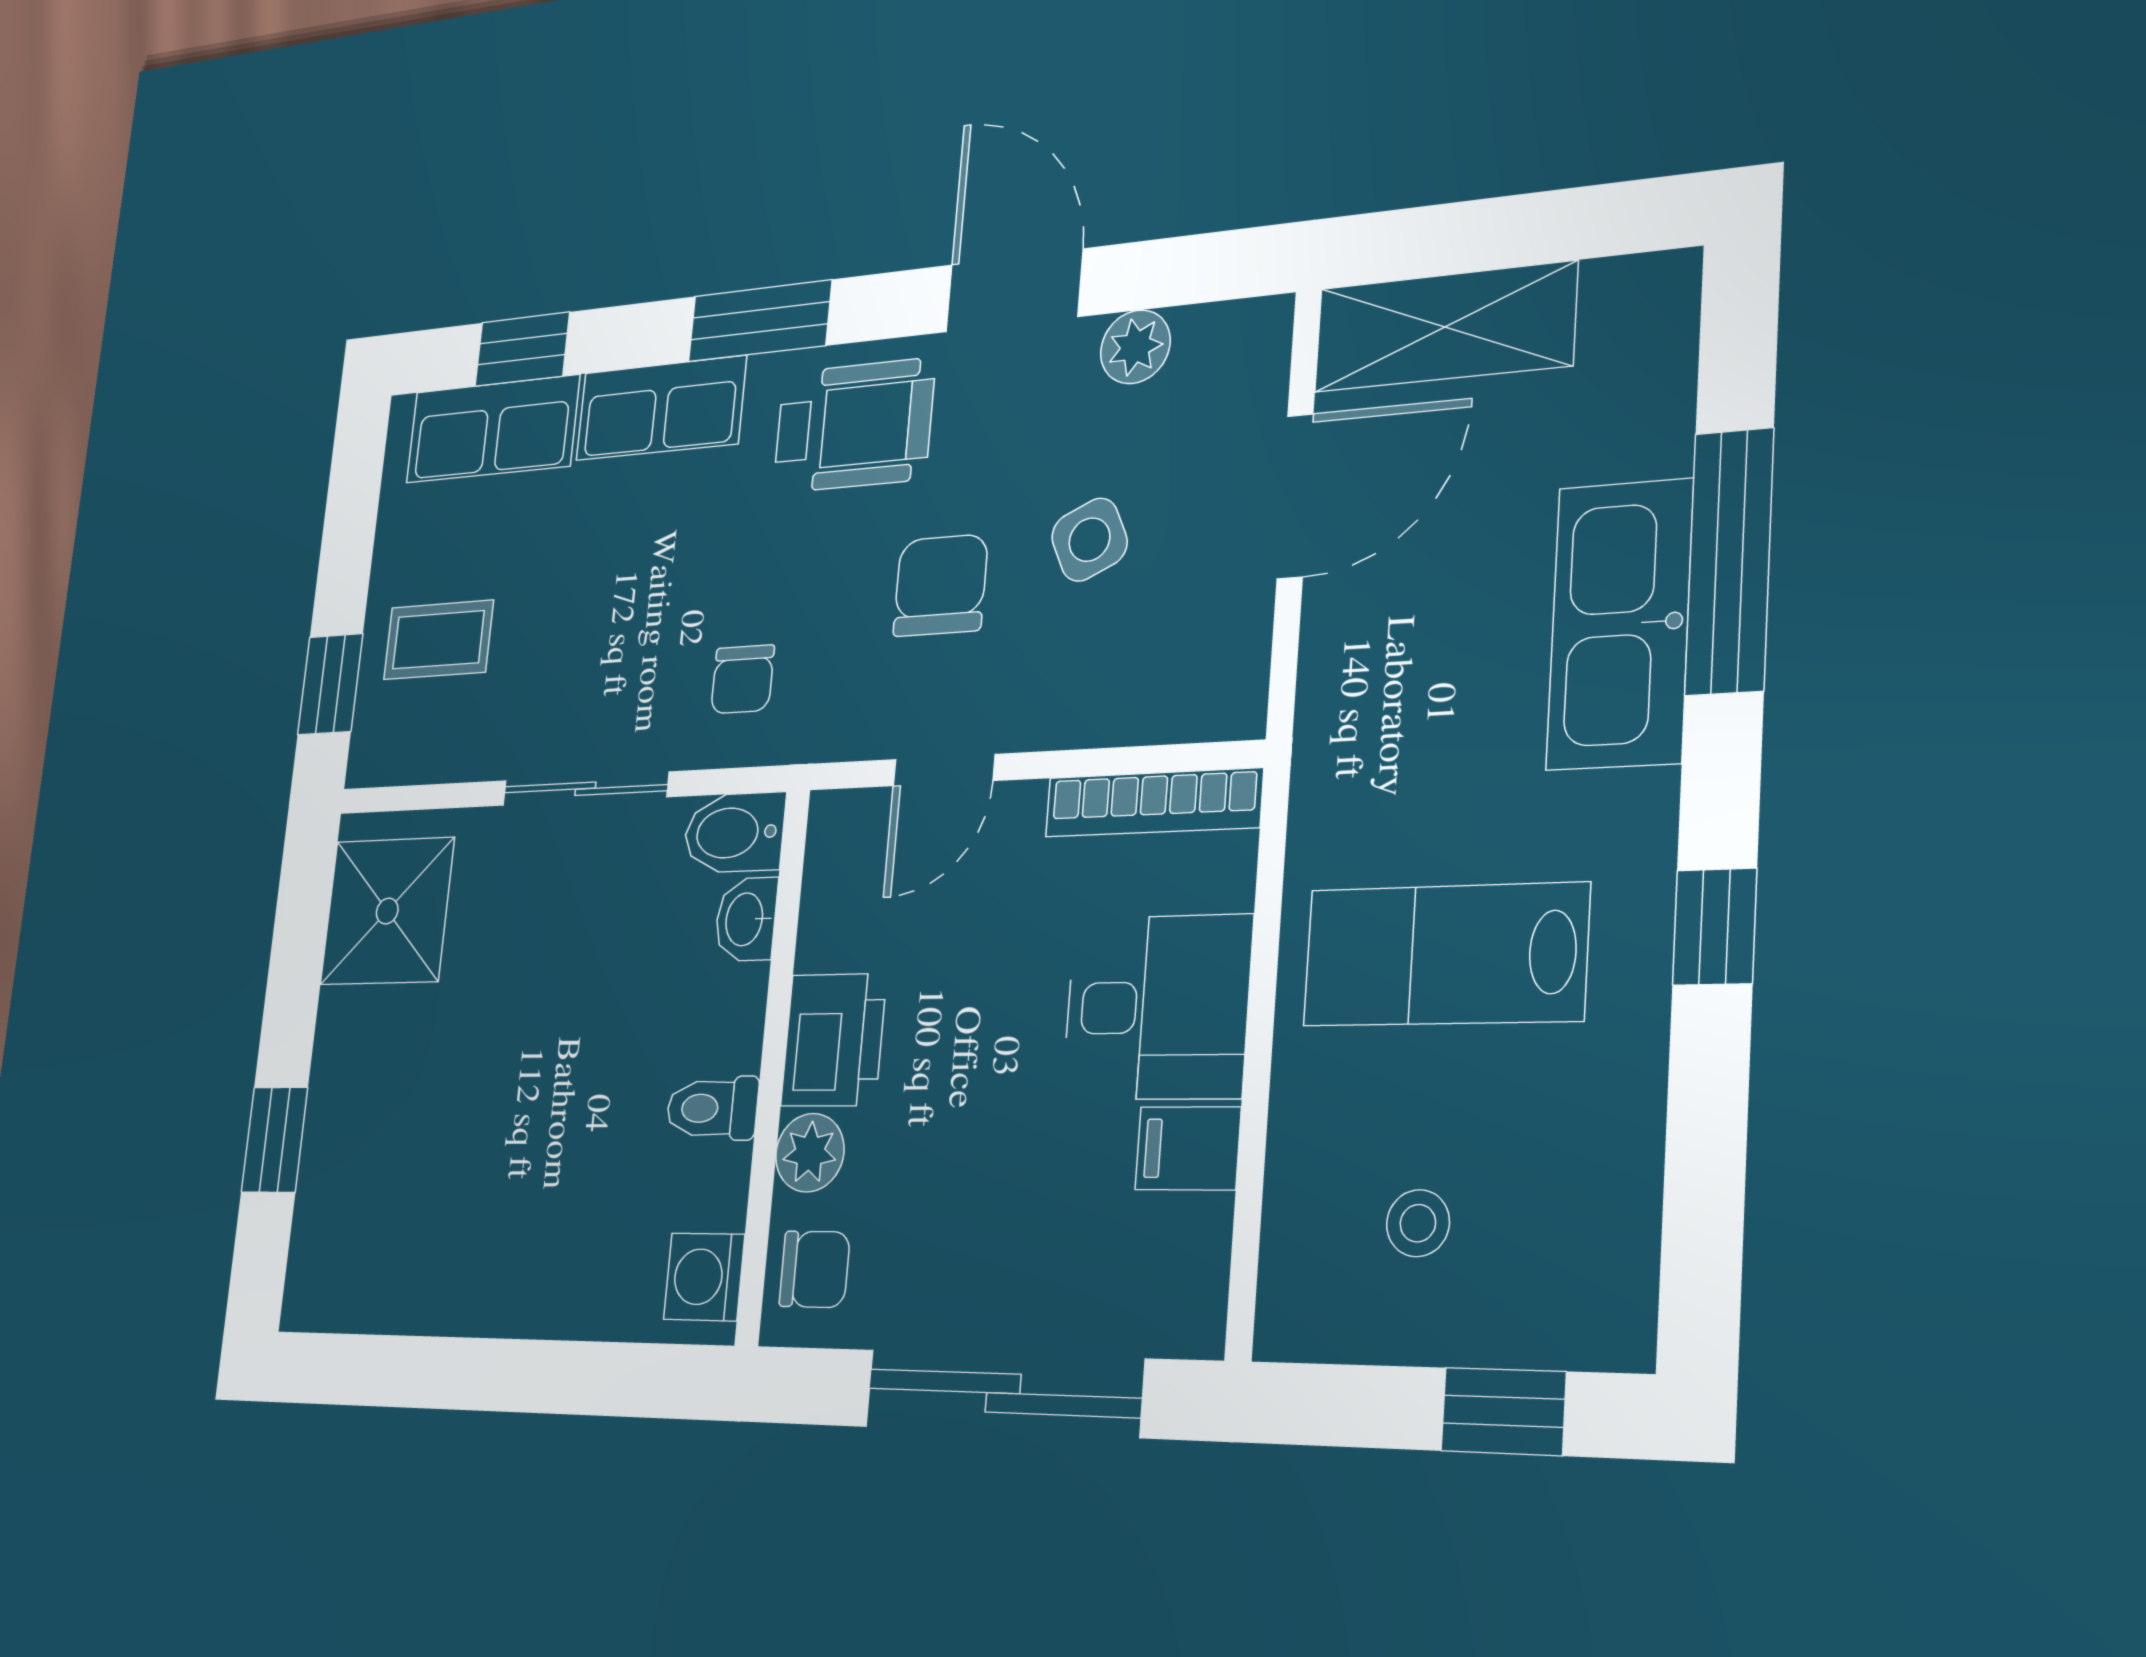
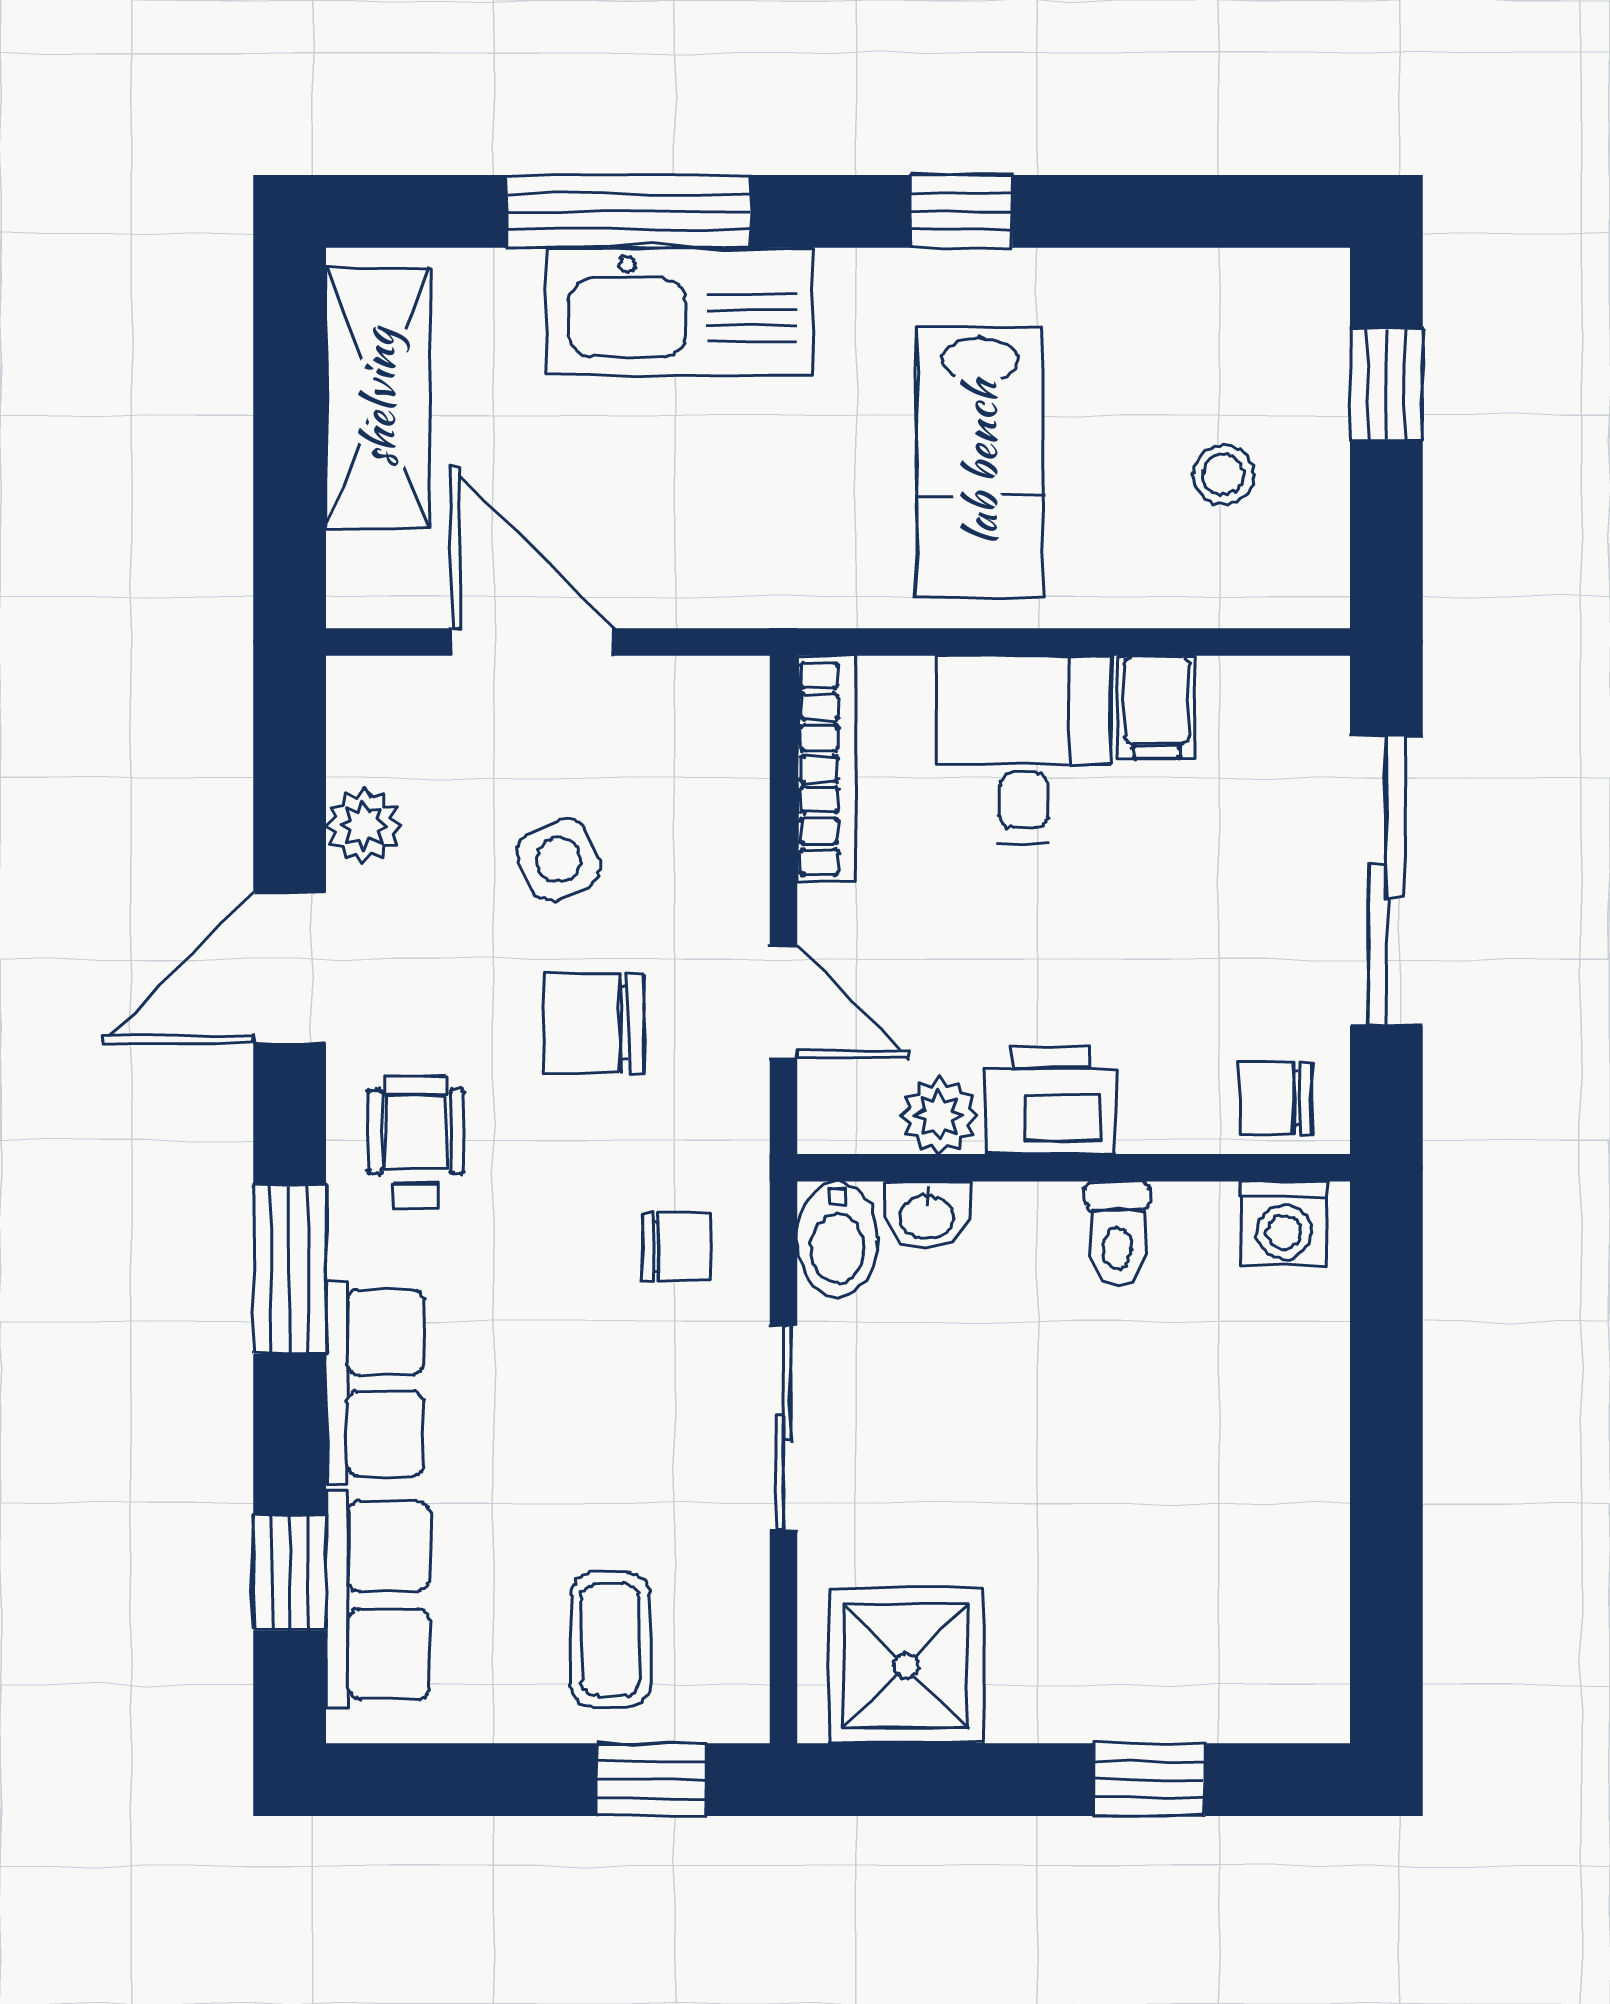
shelving: (1445, 327) -> (378, 398), moved
wheelchair: (854, 426) -> (416, 1142), width x0.73, depth x0.73
plant: (810, 1153) -> (939, 1116), moved
chair: (815, 1269) -> (1275, 1098), turned -90

